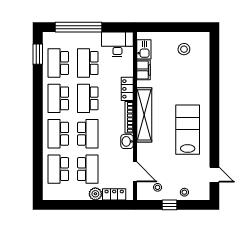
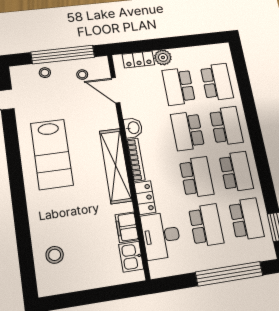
desk: (117, 44) -> (161, 236), moved, turned 90
stool: (184, 49) -> (55, 255), moved
window: (169, 205) -> (63, 55), width x3.17

